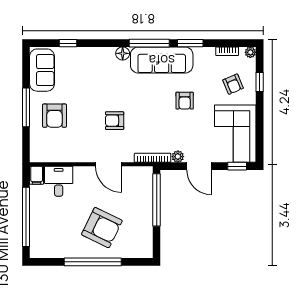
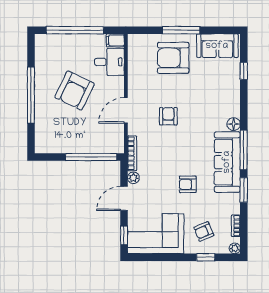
armchair: (54, 116) -> (173, 58), width x1.36, depth x1.36
armchair: (102, 228) -> (75, 90), moved

